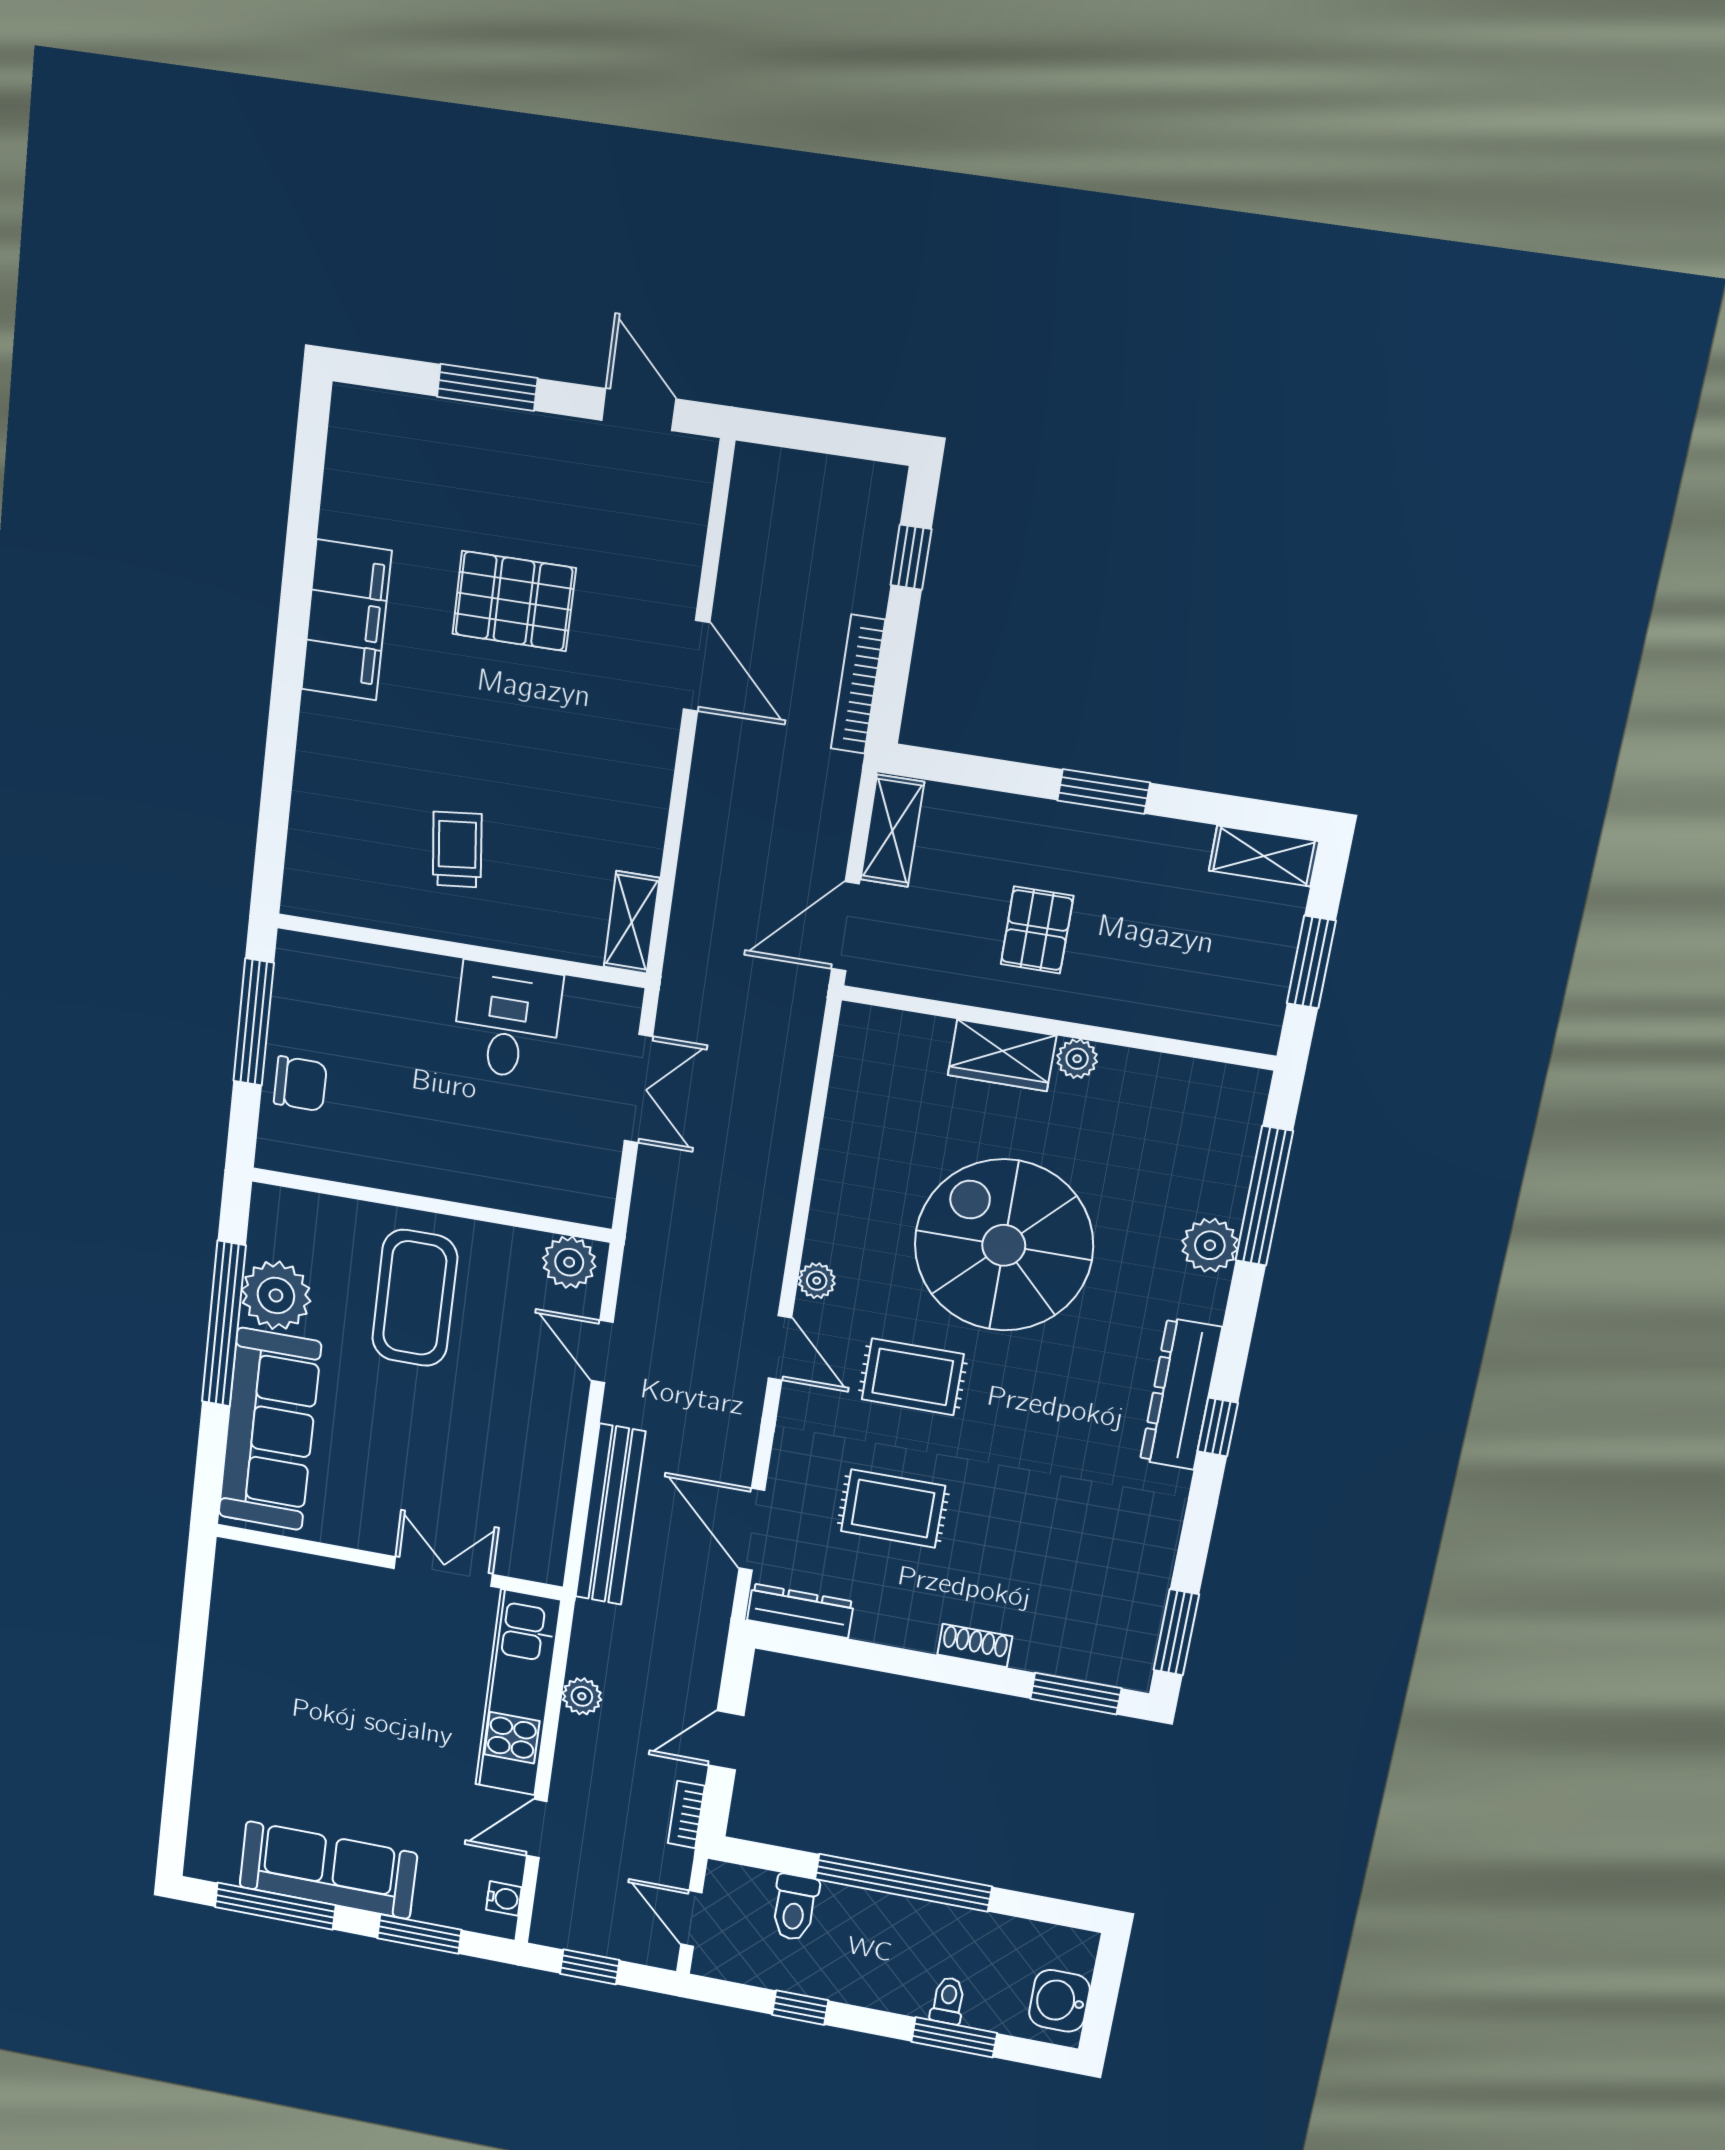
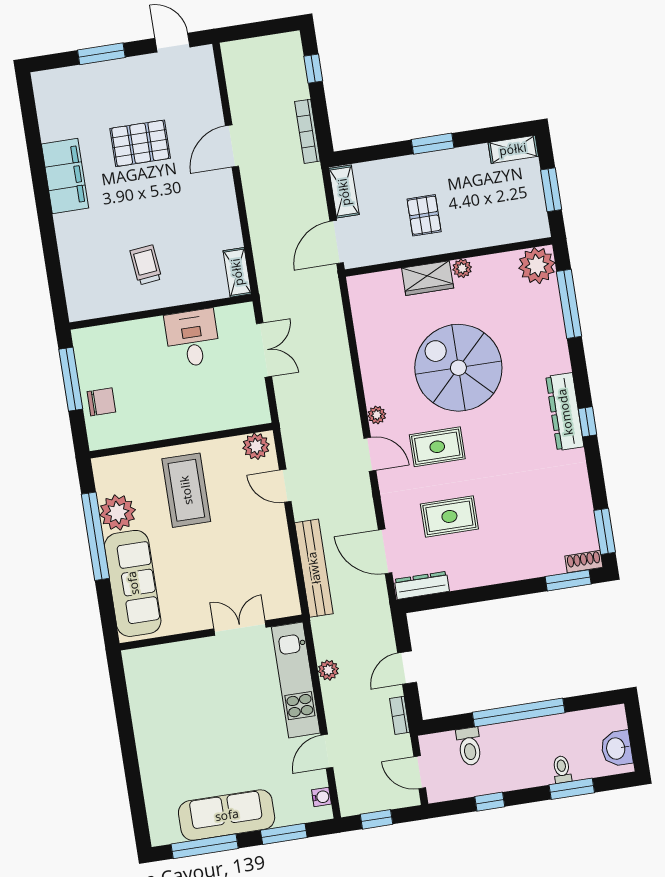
door: (697, 666) -> (232, 146), swing flipped
plant: (1210, 1245) -> (537, 266), moved, width x1.36, depth x1.36
shoe rack: (975, 1645) -> (584, 562), moved

